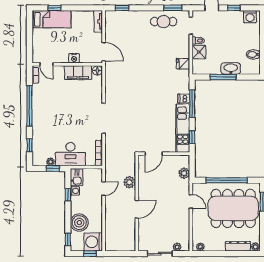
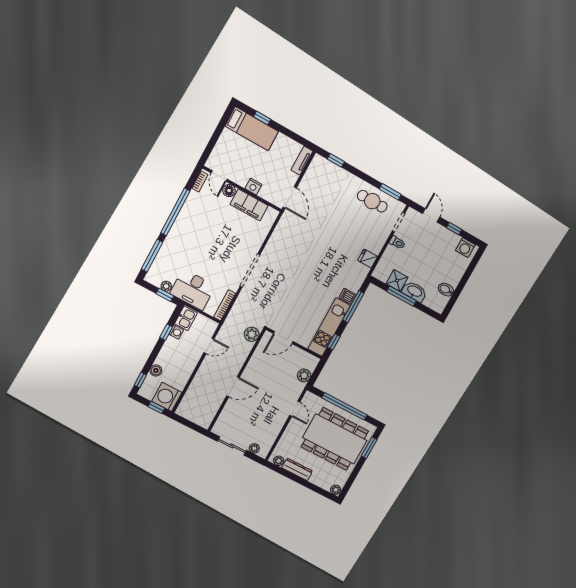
shower: (199, 52) -> (397, 281), moved
floor lamp: (97, 70) -> (229, 191), moved
window: (29, 145) -> (152, 256), width x2.17
plant: (130, 182) -> (252, 334), moved
boiler: (79, 223) -> (156, 370), width x0.54, depth x0.54
dresser: (238, 246) -> (297, 469), moved

